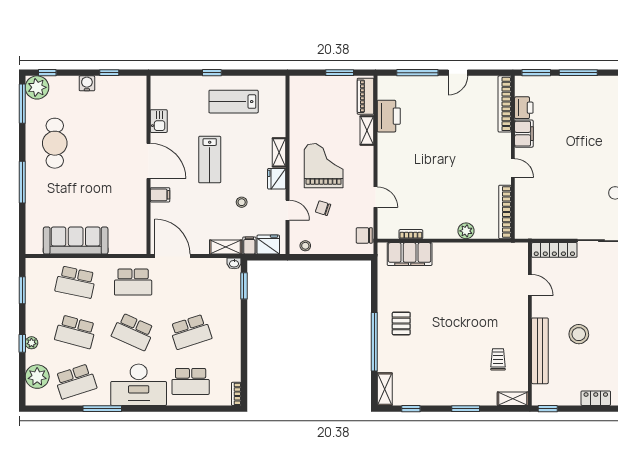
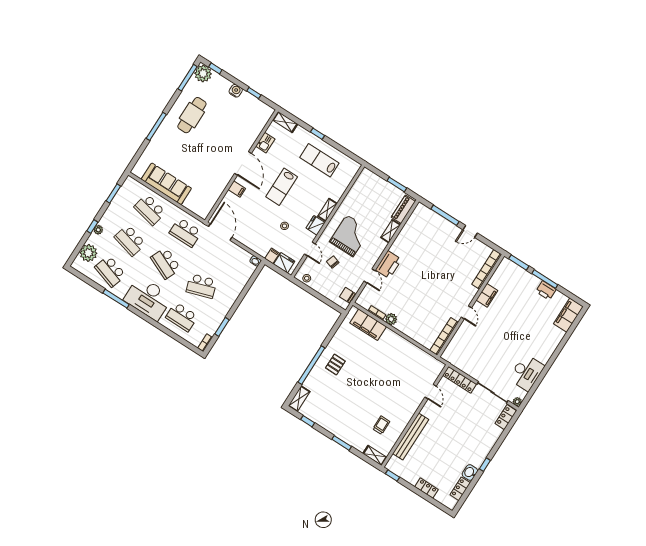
printer: (524, 108) -> (546, 290), moved, turned 90
printer: (389, 116) -> (388, 265), moved
plant: (466, 231) -> (391, 319), moved
shelving: (226, 247) -> (285, 122), moved
window: (244, 286) -> (222, 327), moved
stool: (579, 334) -> (441, 442), removed
school desk: (76, 381) -> (110, 271), turned 36

